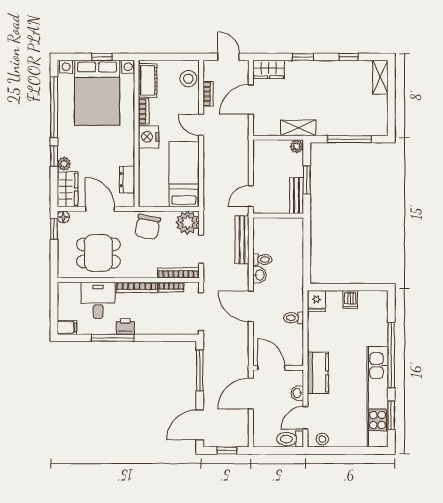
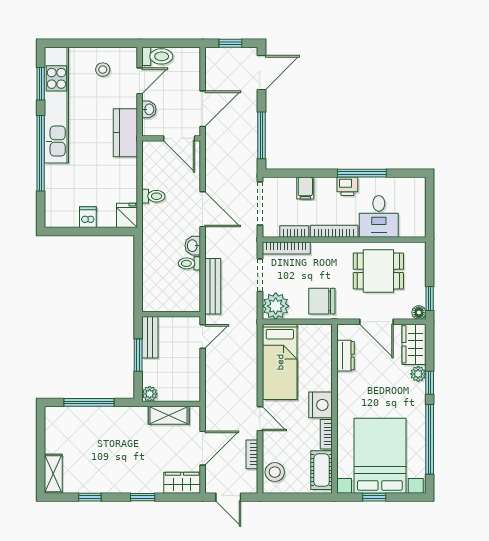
shelving: (298, 128) -> (169, 415), moved
chair: (147, 227) -> (322, 301), turned -101
filing cabinet: (67, 327) -> (305, 188), moved, turned -90
stool: (322, 439) -> (103, 70), moved

